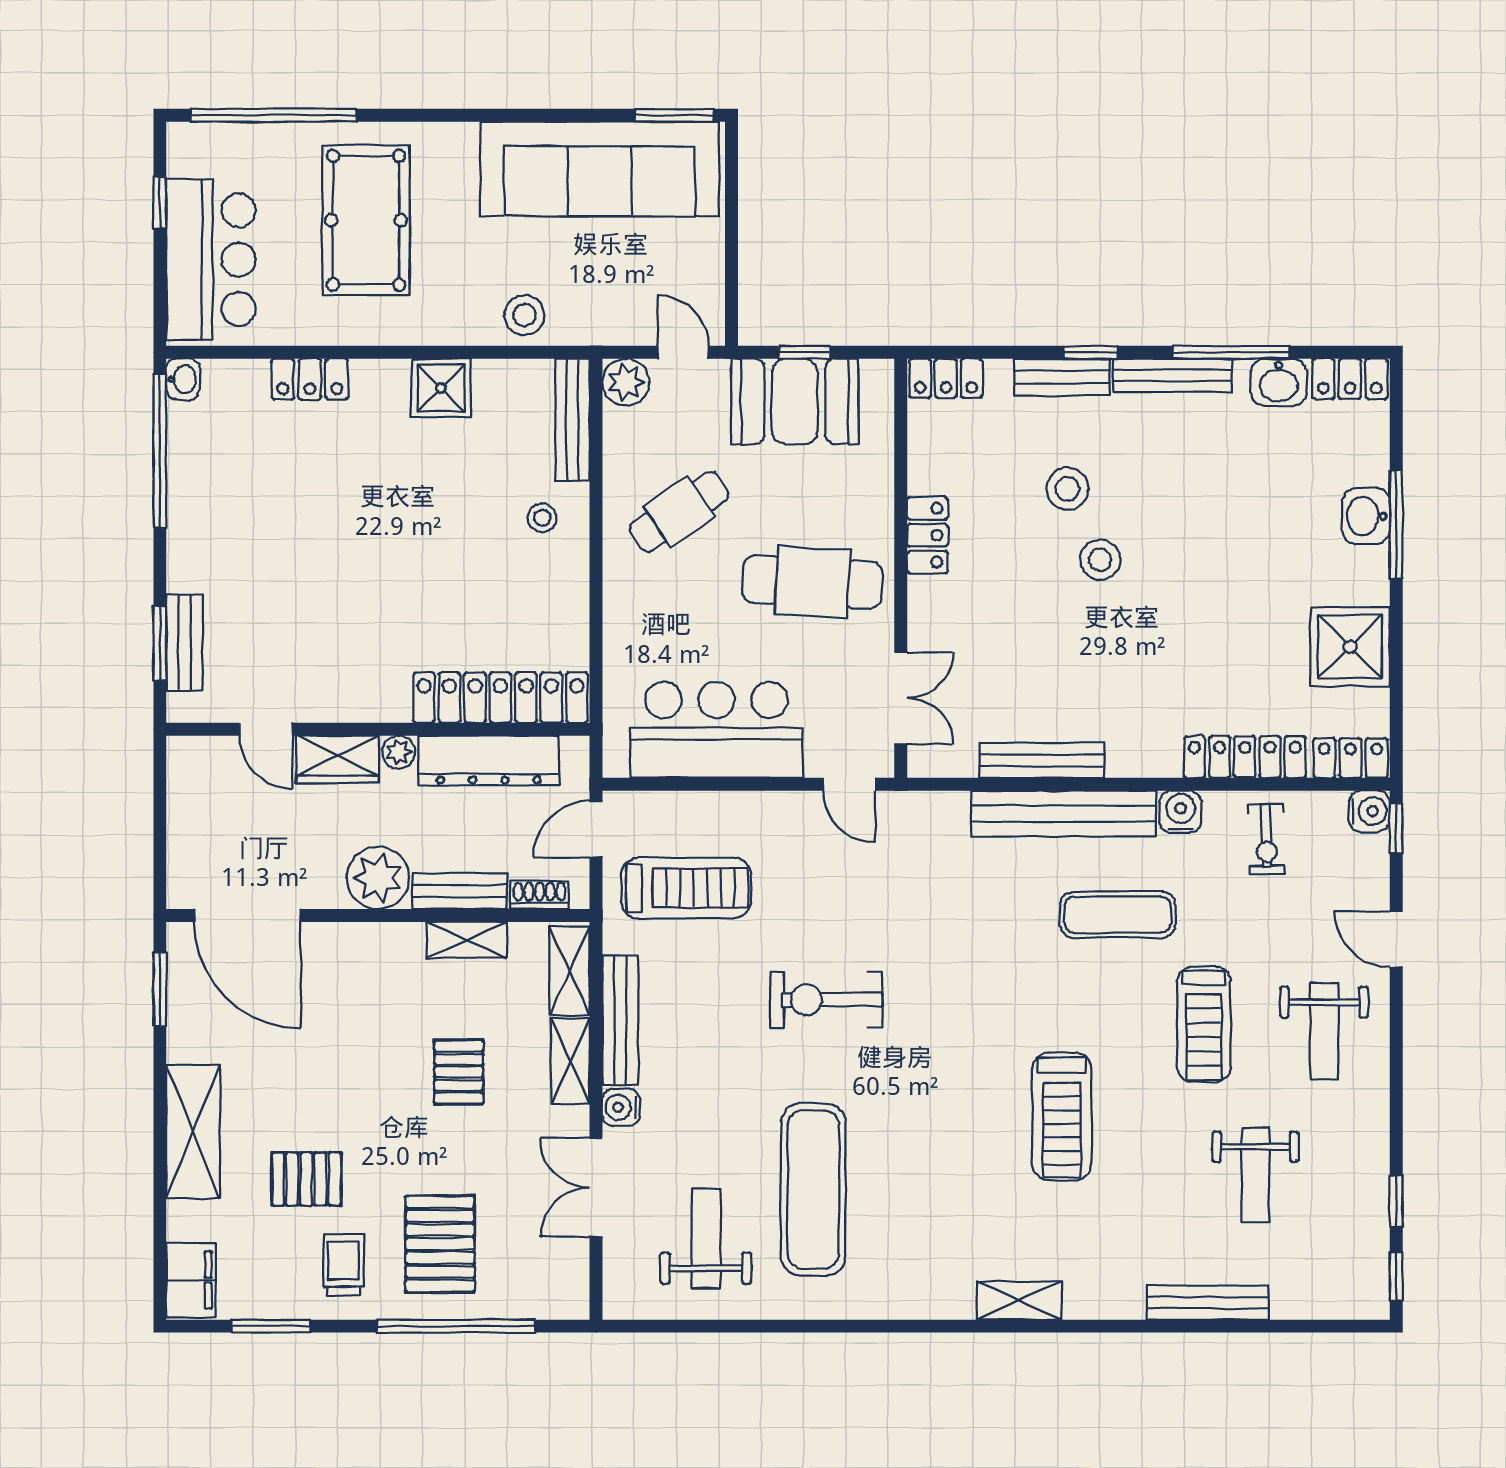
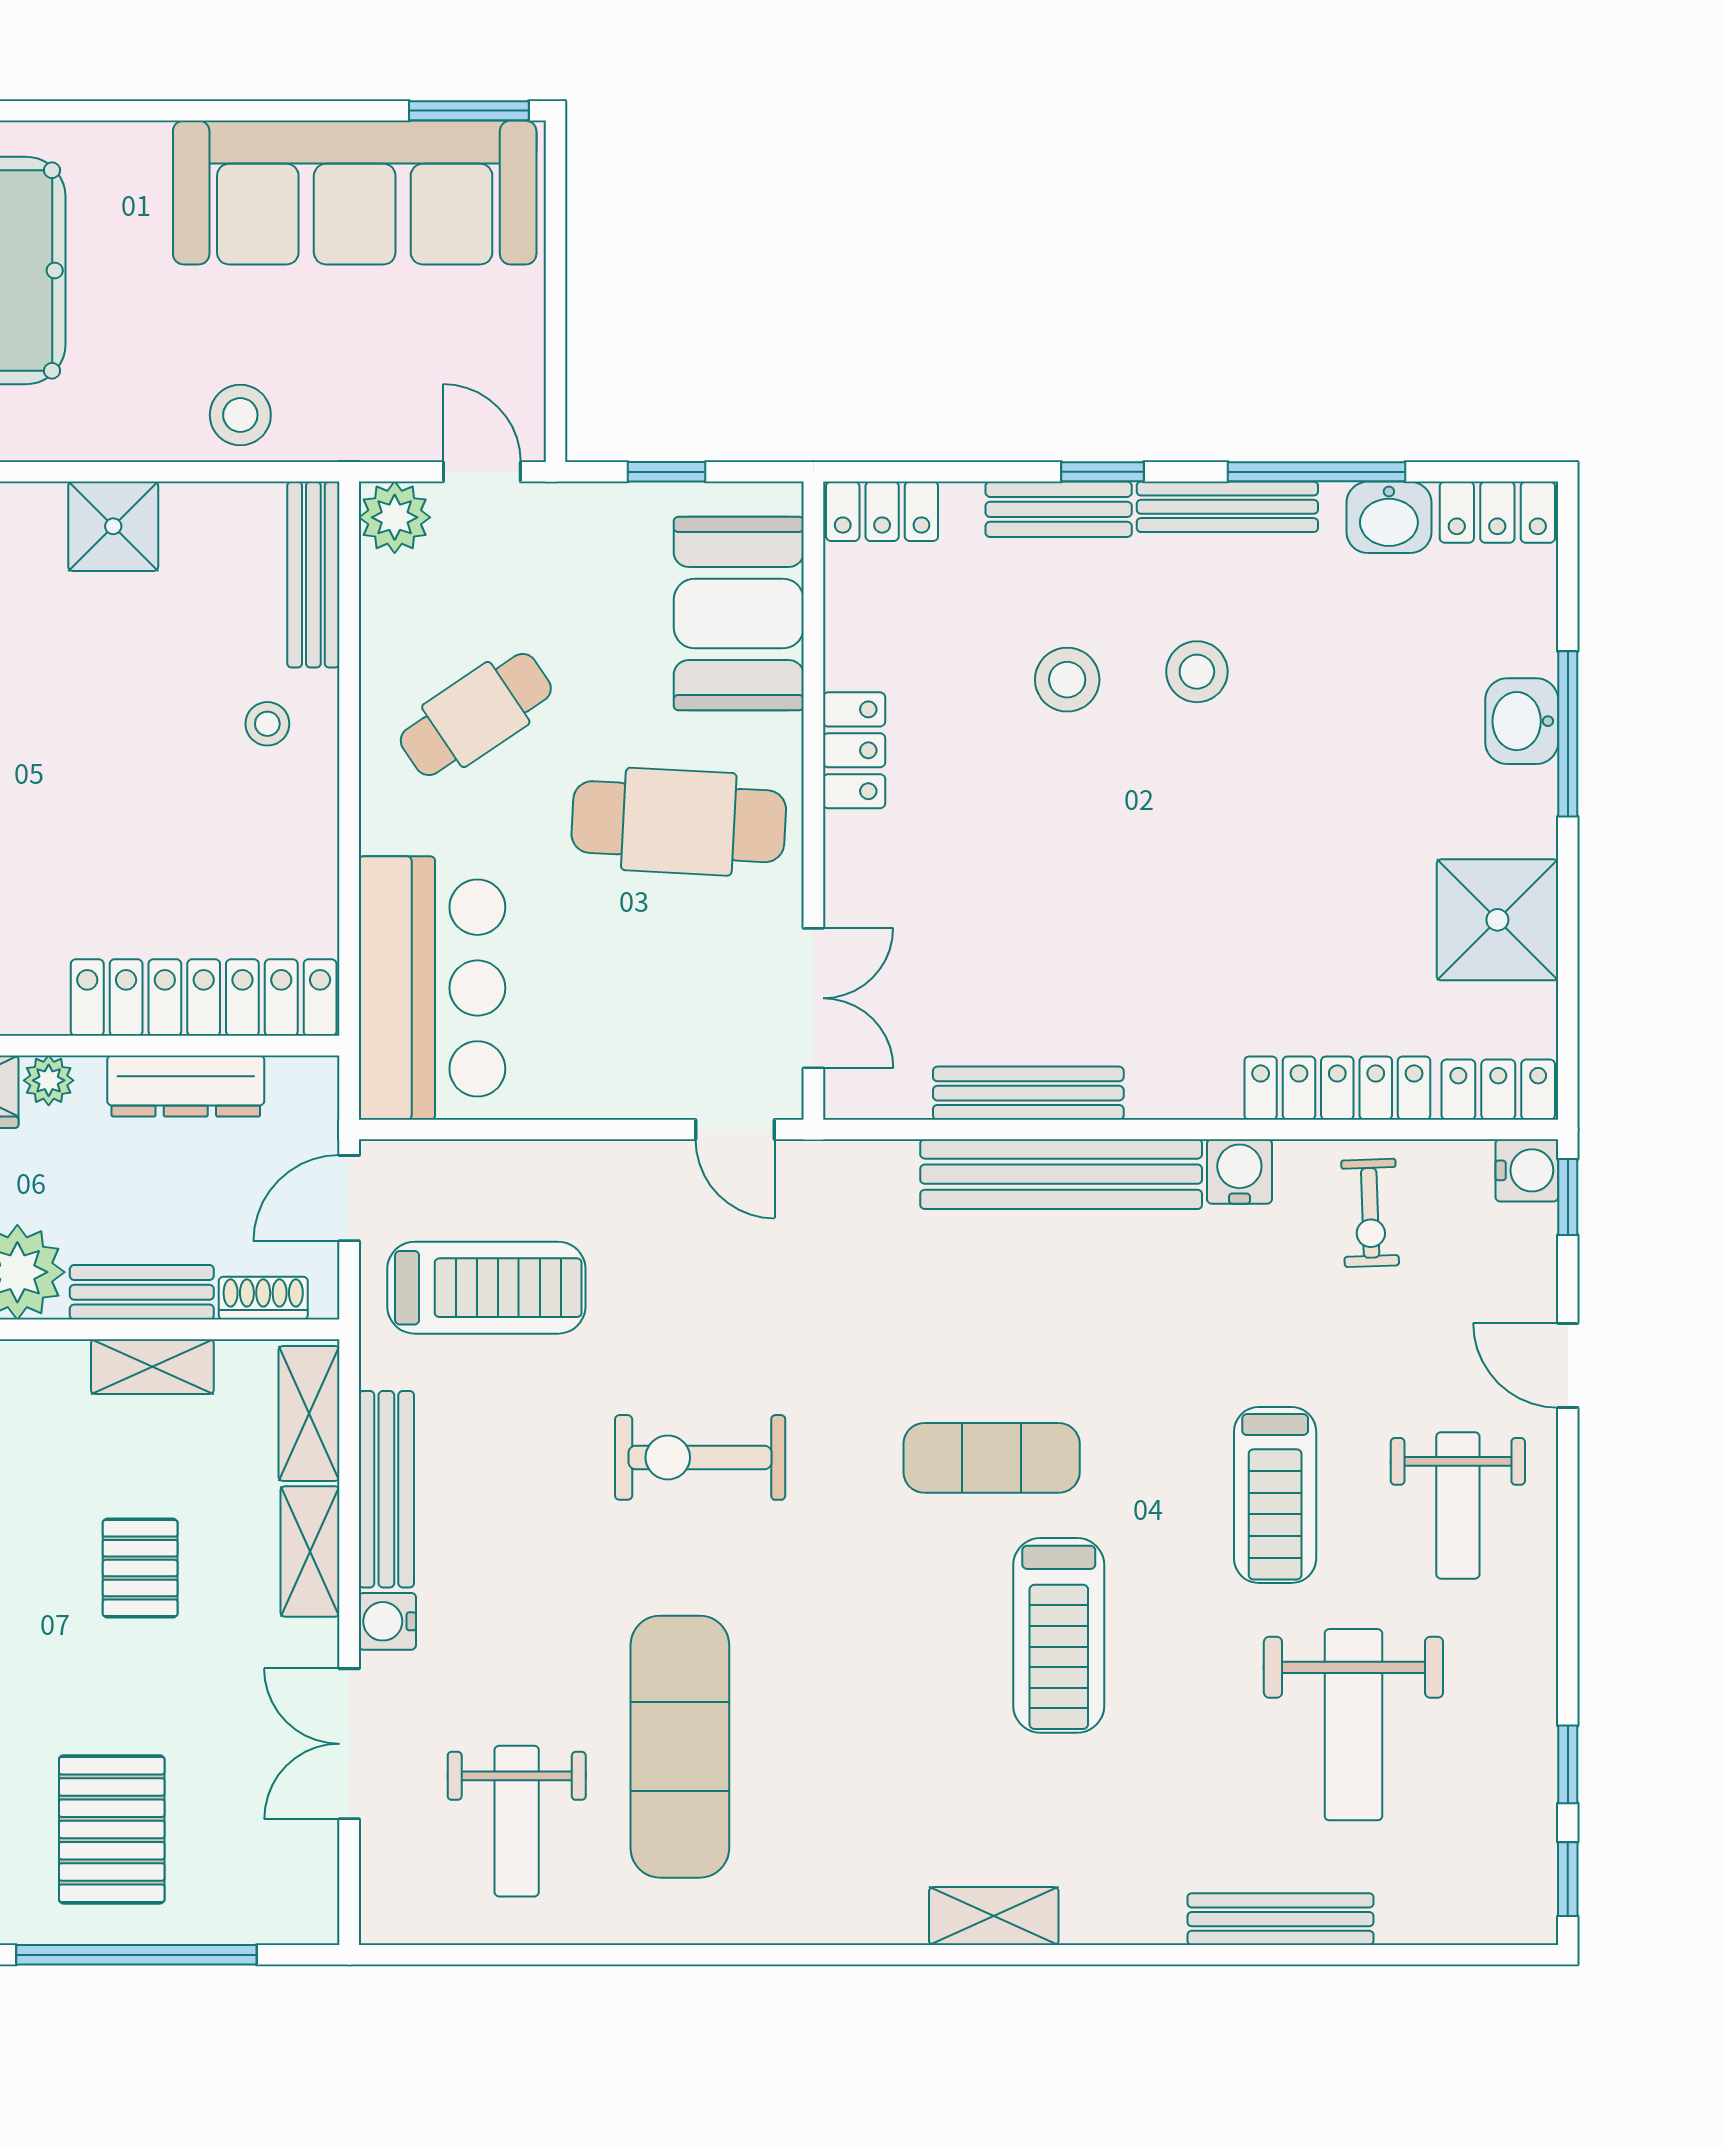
booth: (795, 401) -> (739, 614), moved, turned 90
stool: (1100, 560) -> (1197, 672), moved
bar counter: (716, 730) -> (432, 988), moved, turned 90
dresser: (489, 761) -> (186, 1086), width x0.73, depth x0.80
exercise mat: (1118, 915) -> (992, 1458), moved
weight bench: (1255, 1175) -> (1353, 1725), width x1.36, depth x1.33
weight bench: (706, 1238) -> (517, 1821), turned 180

